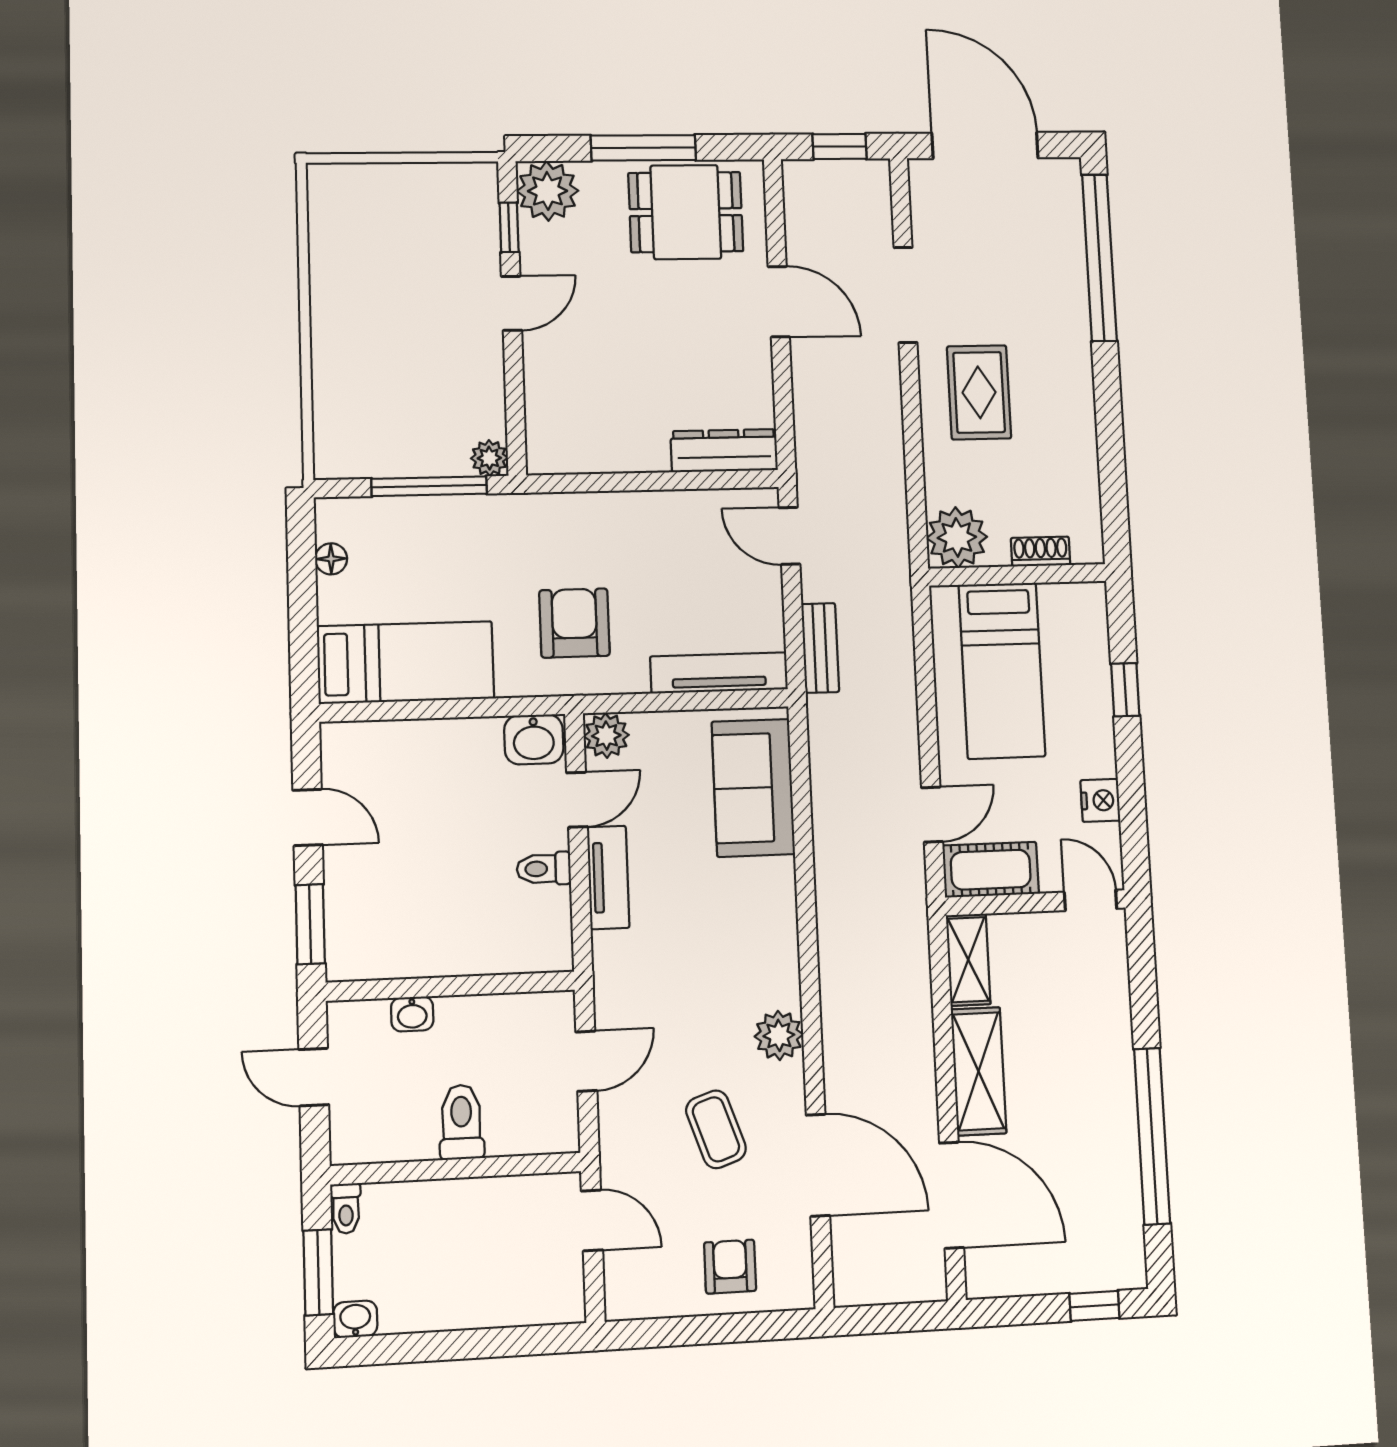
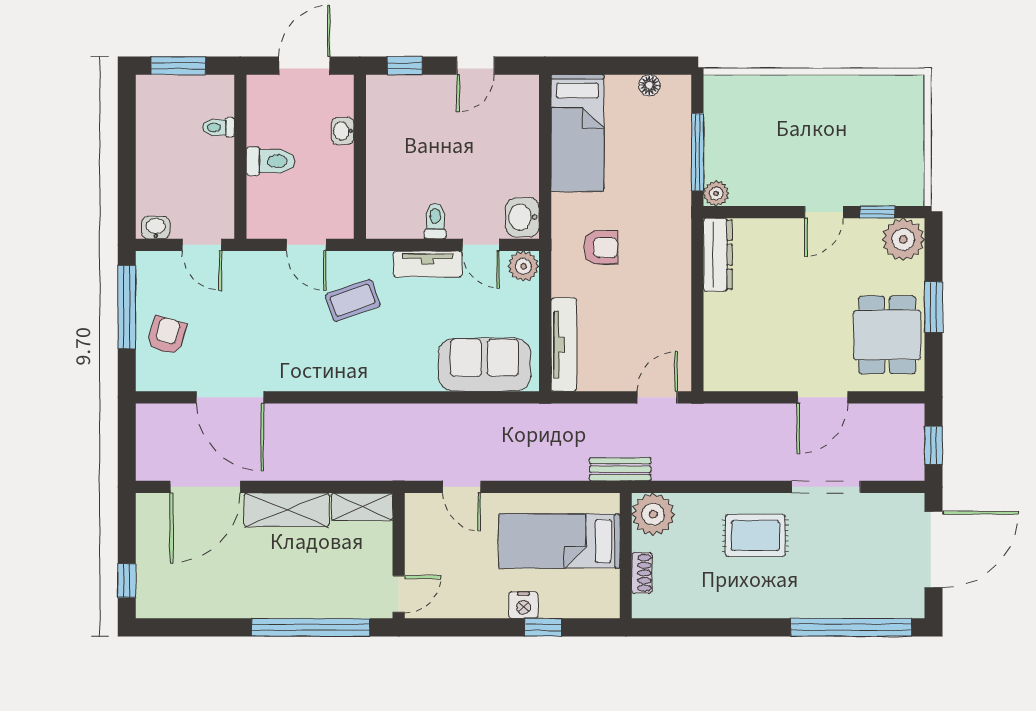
window: (643, 148) -> (934, 307), width x0.69
door: (512, 303) -> (824, 212), hinge flipped
dresser: (724, 451) -> (718, 255), moved
armchair: (574, 623) -> (601, 247), width x0.72, depth x0.72
bench: (820, 648) -> (620, 469), moved
nightstand: (1100, 800) -> (523, 605), moved
cot: (991, 870) -> (422, 526), removed
window: (310, 924) -> (405, 66), width x0.67
plant: (779, 1035) -> (317, 375), removed
door: (314, 1077) -> (305, 66), width x1.38
coffee table: (716, 1129) -> (353, 300), moved
window: (1152, 1136) -> (311, 627), moved
door: (818, 1165) -> (230, 397), hinge flipped
toilet: (346, 1209) -> (218, 127), moved
door: (592, 1220) -> (202, 245), hinge flipped
armchair: (730, 1267) -> (167, 335), turned -74
washbasin: (355, 1319) -> (156, 228), moved, turned -90
window: (690, 1331) -> (127, 307), added

